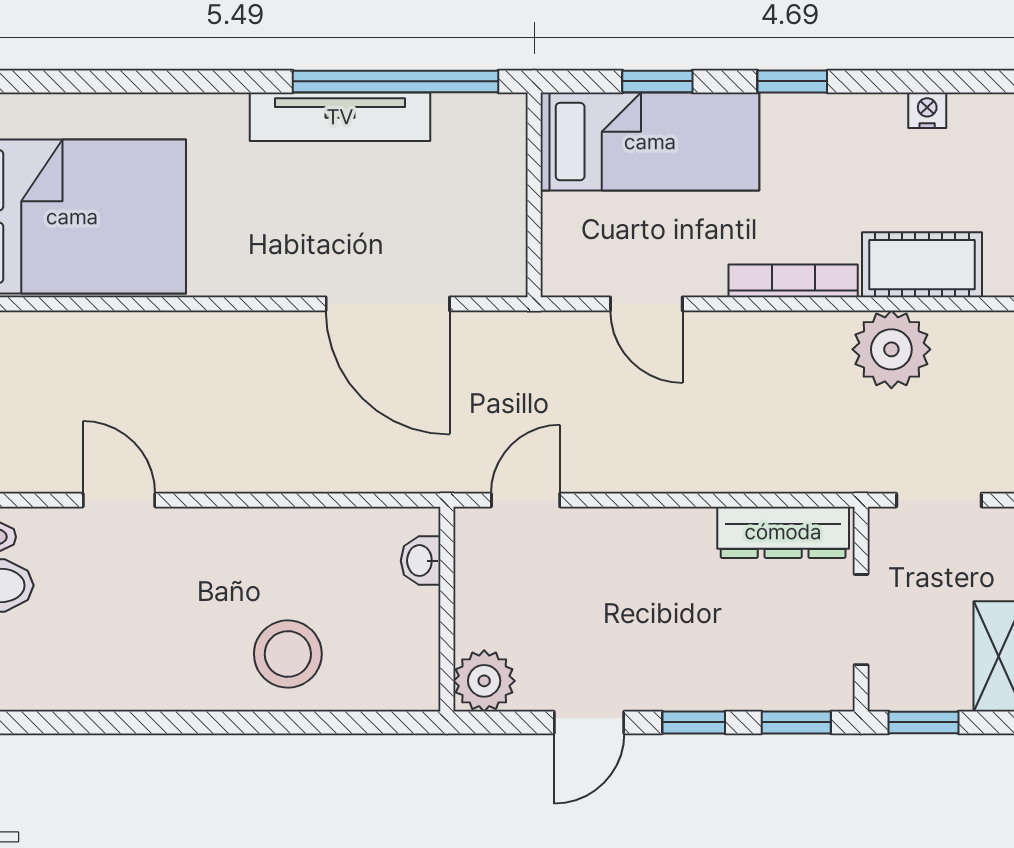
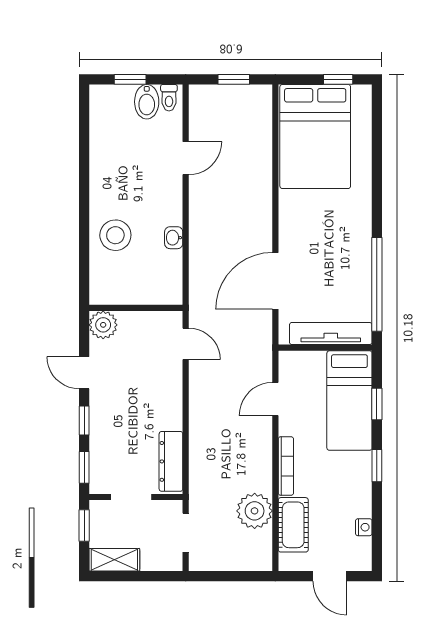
tv unit: (340, 117) -> (331, 334), moved, turned 90
washbasin: (421, 561) -> (174, 238), moved, turned -90

